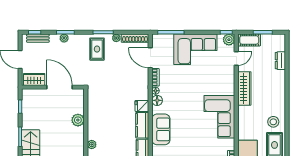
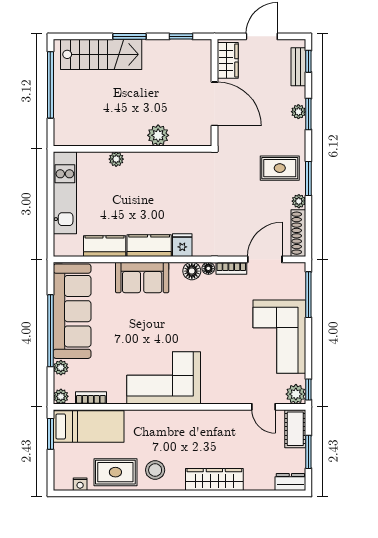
dresser: (280, 61) -> (290, 482), moved
door: (60, 87) -> (215, 104), hinge flipped
wardrobe: (244, 88) -> (214, 479), moved, turned 180

